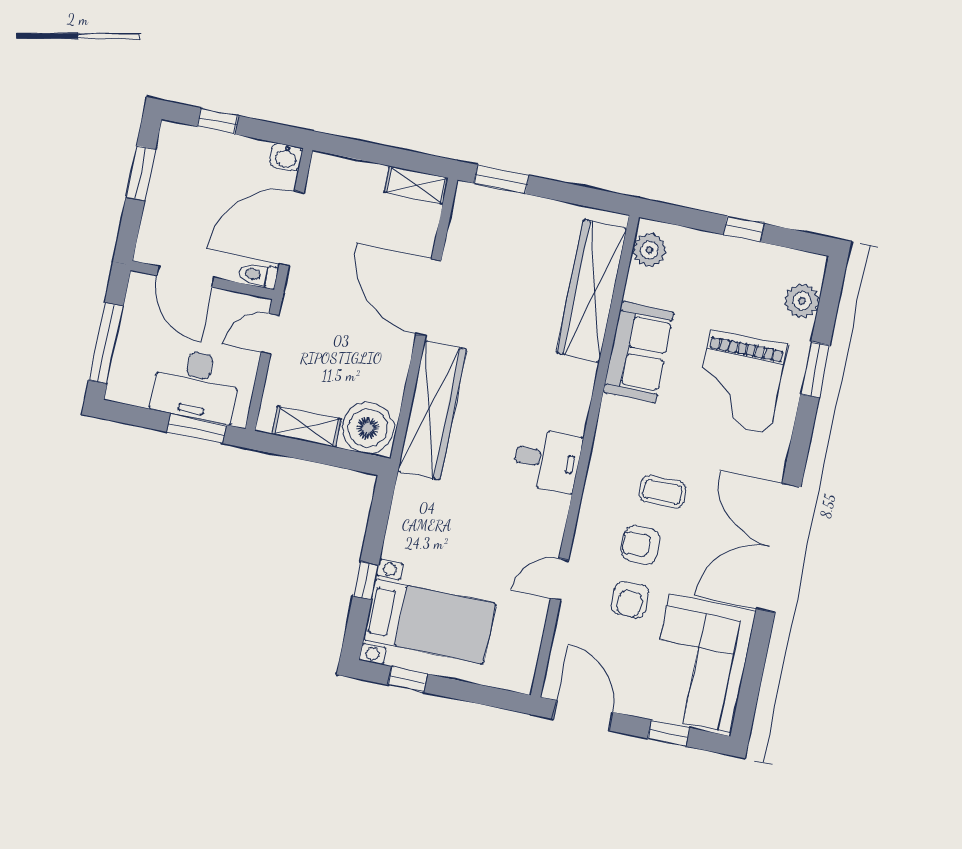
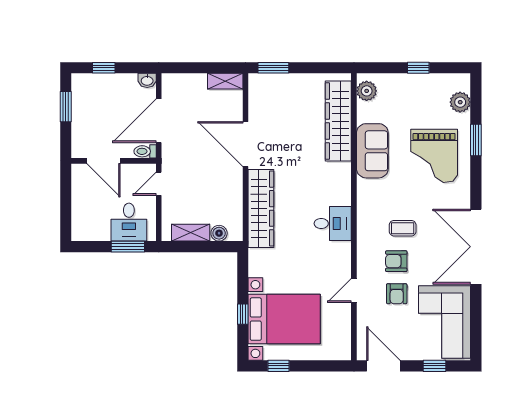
window: (106, 343) -> (66, 208), removed
desk: (196, 385) -> (129, 222), width x0.73
boiler: (368, 428) -> (219, 233), width x0.54, depth x0.54
bed with nightstands: (429, 622) -> (284, 319), width x1.36

